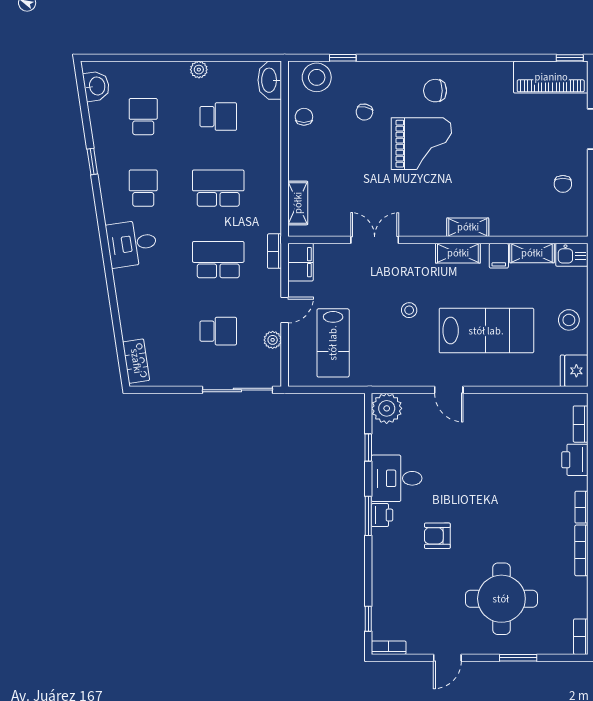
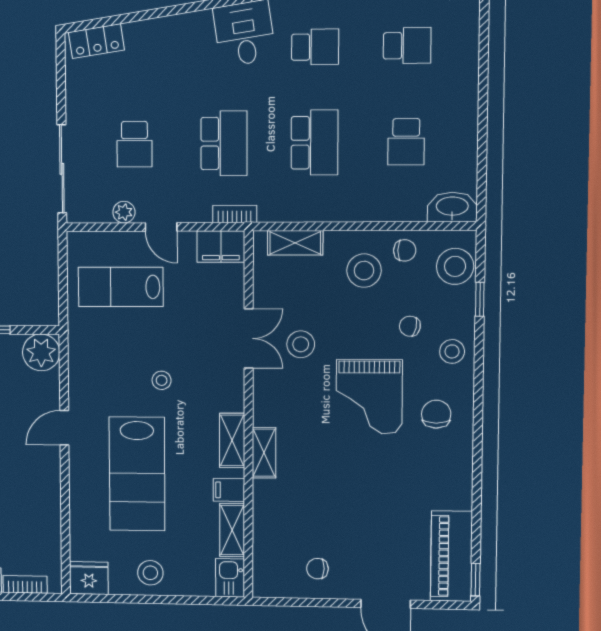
plant: (199, 70) -> (467, 116), removed
stool: (385, 79) -> (452, 351), added
stool: (320, 149) -> (364, 271), added
stool: (379, 198) -> (301, 344), added

